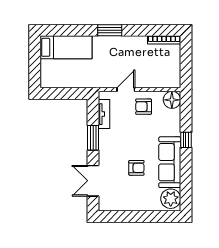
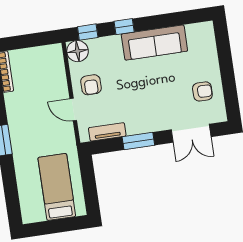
bed: (66, 47) -> (57, 187), moved
window: (186, 110) -> (88, 32), added
armchair: (136, 168) -> (202, 91), moved, turned 90
plant: (171, 199) -> (199, 35), removed

